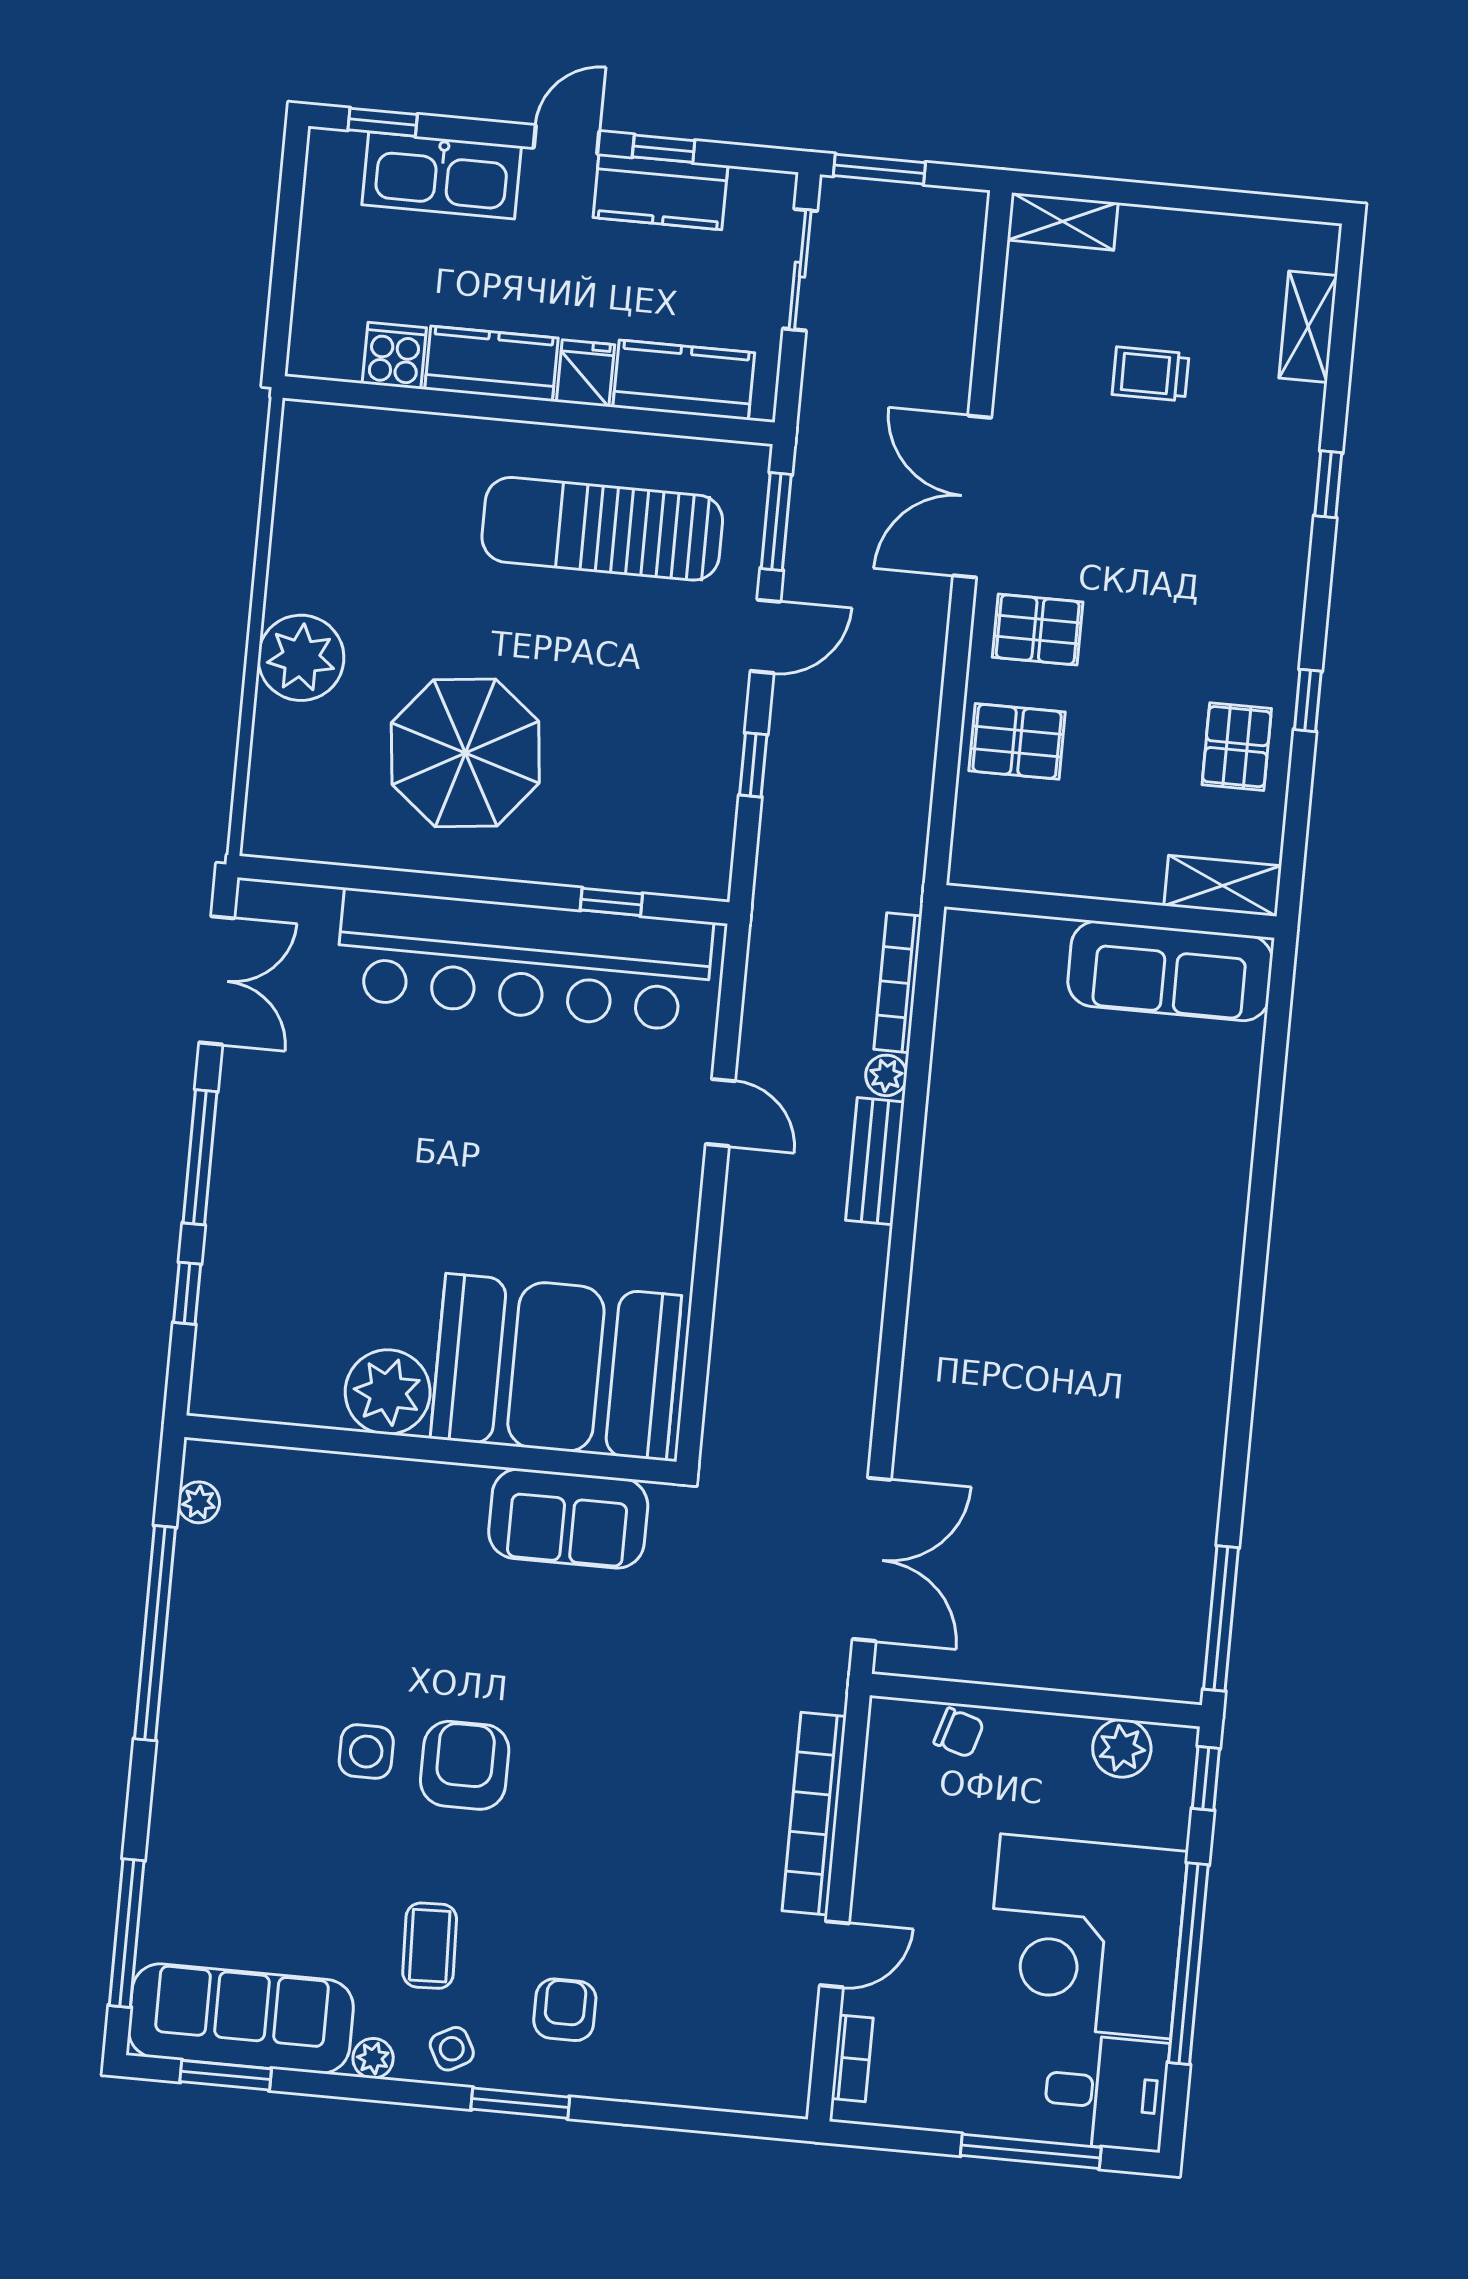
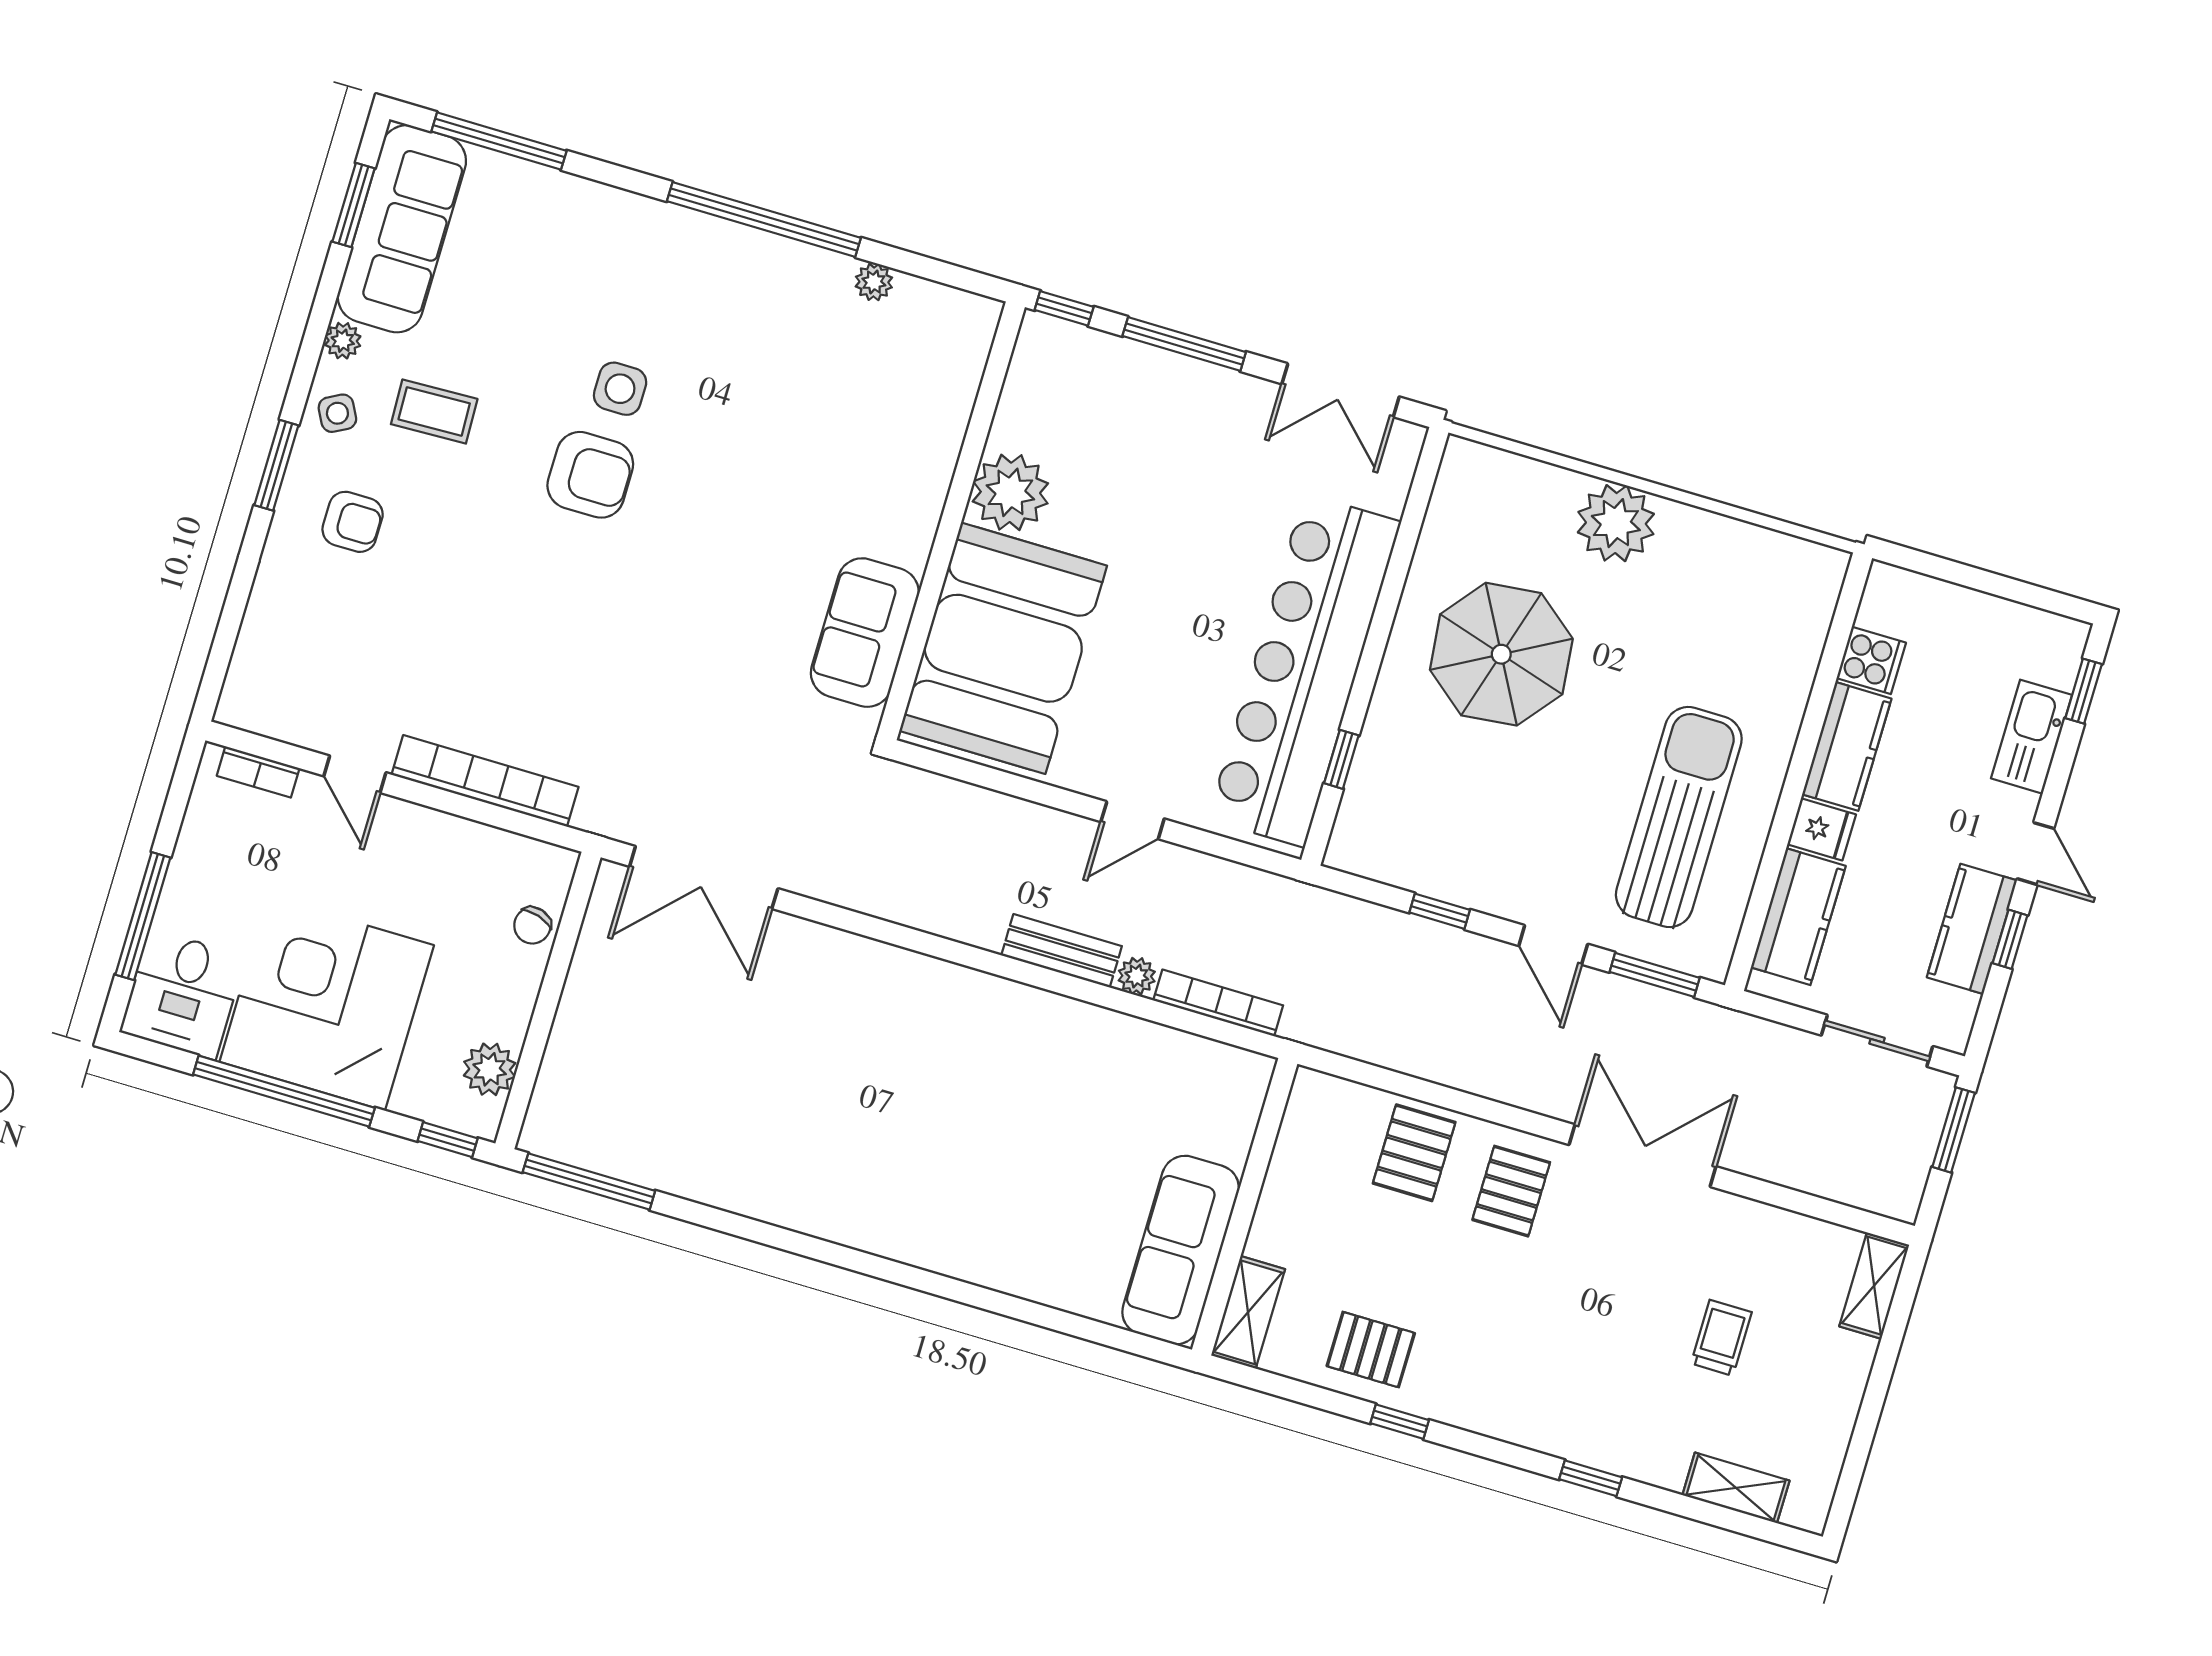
kitchen sink: (442, 175) -> (2031, 737), width x0.73, depth x0.81
booth: (556, 1367) -> (1003, 648), moved
plant: (388, 1392) -> (1010, 492), moved
wall: (430, 1449) -> (951, 521), moved
sofa: (568, 1518) -> (865, 633), moved

